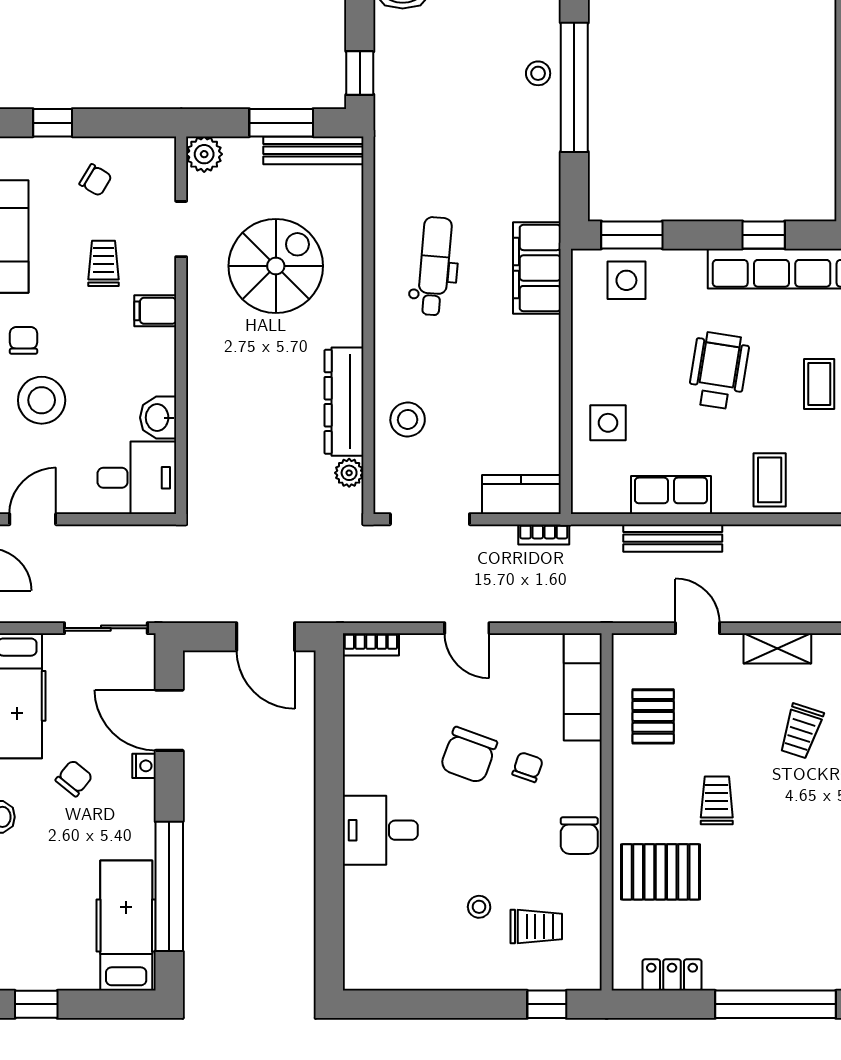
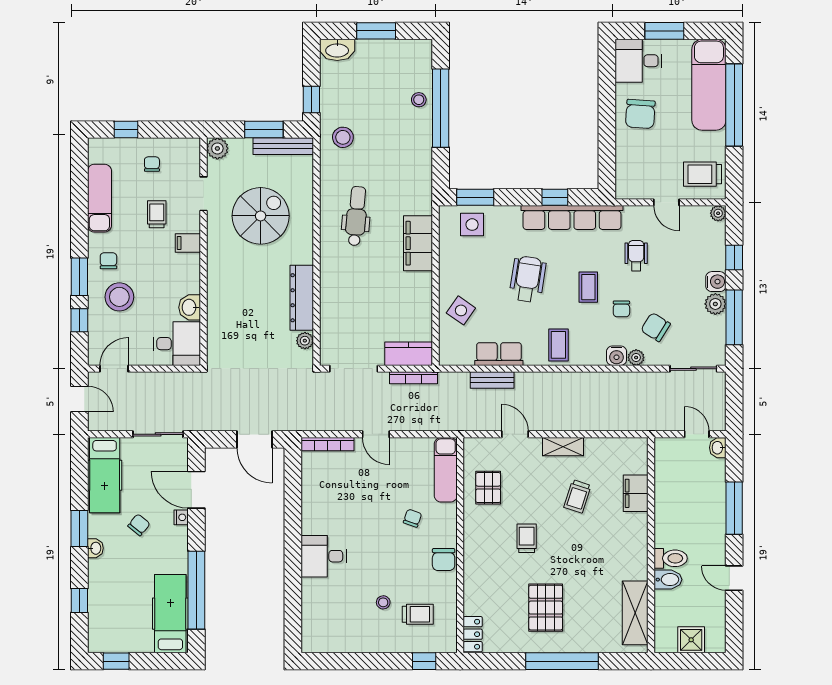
chair: (96, 180) -> (152, 164), turned -121
filing cabinet: (537, 268) -> (418, 243), moved
stool: (408, 419) -> (343, 137), moved
side table: (608, 423) -> (461, 310), turned 35
bookcase: (544, 534) -> (414, 378), width x1.56
bench: (673, 538) -> (492, 380), width x0.73
bookcase: (371, 644) -> (327, 444), width x1.56
chair: (469, 755) -> (377, 511), removed
pallet: (661, 872) -> (546, 608), moved, turned 90
locker: (672, 975) -> (473, 634), moved, turned 90

